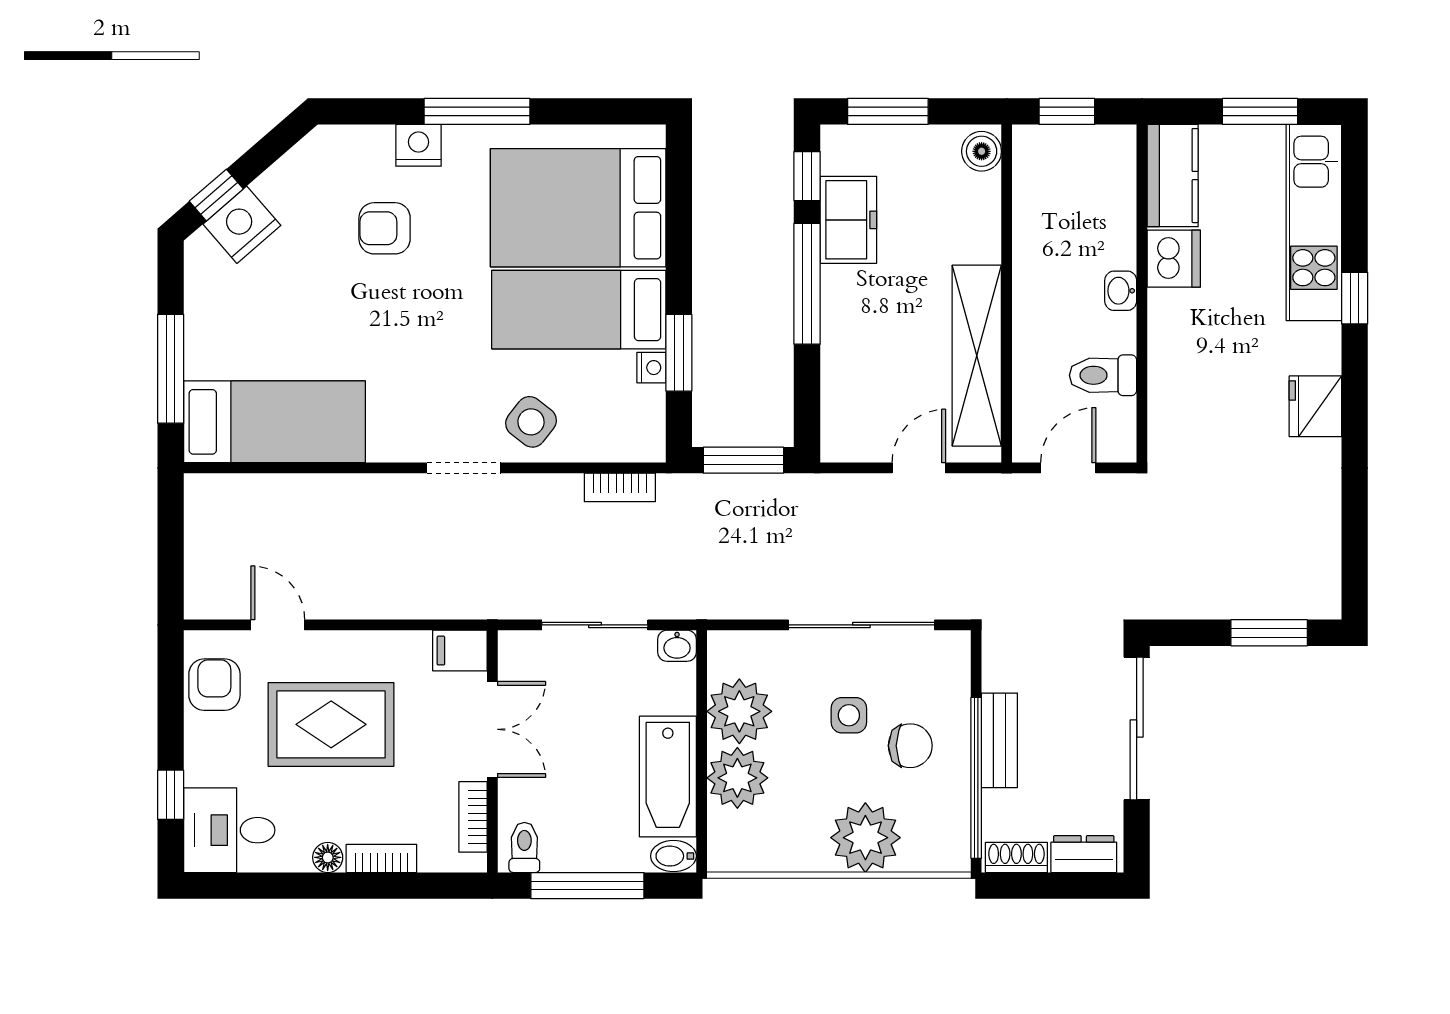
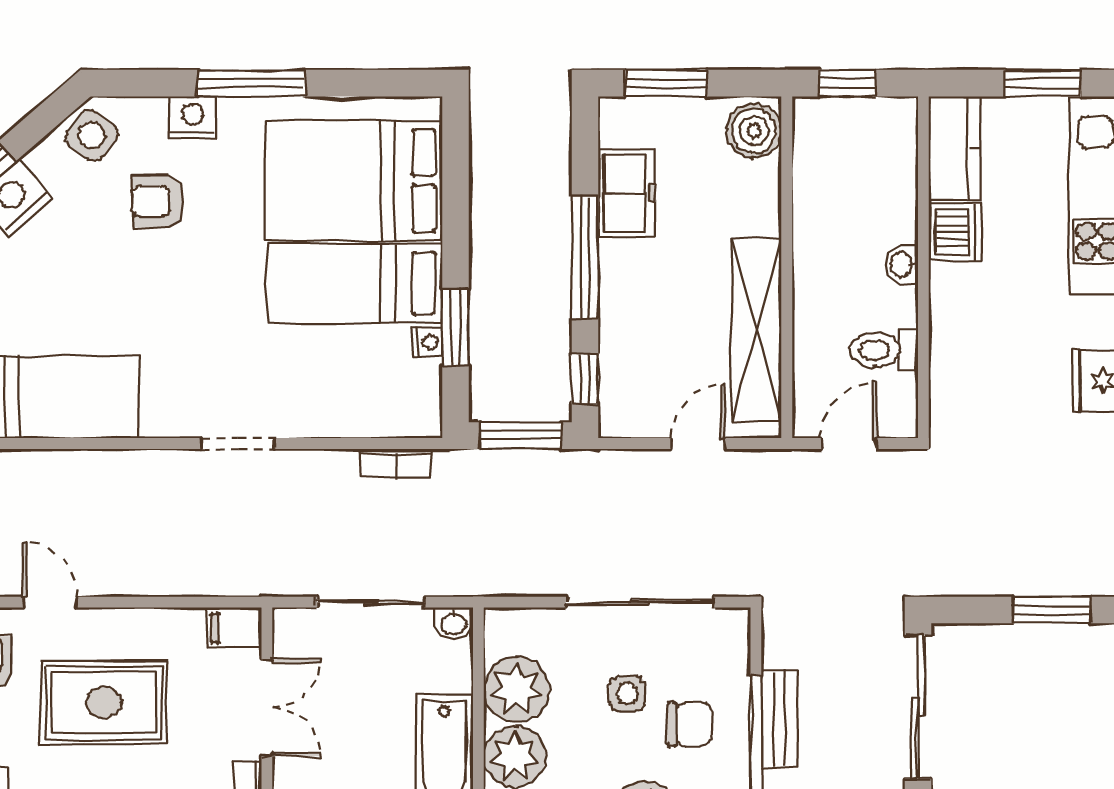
boiler: (982, 151) -> (754, 131), width x1.36, depth x1.36
window: (807, 176) -> (585, 378), moved
side table: (531, 422) -> (92, 135), moved

